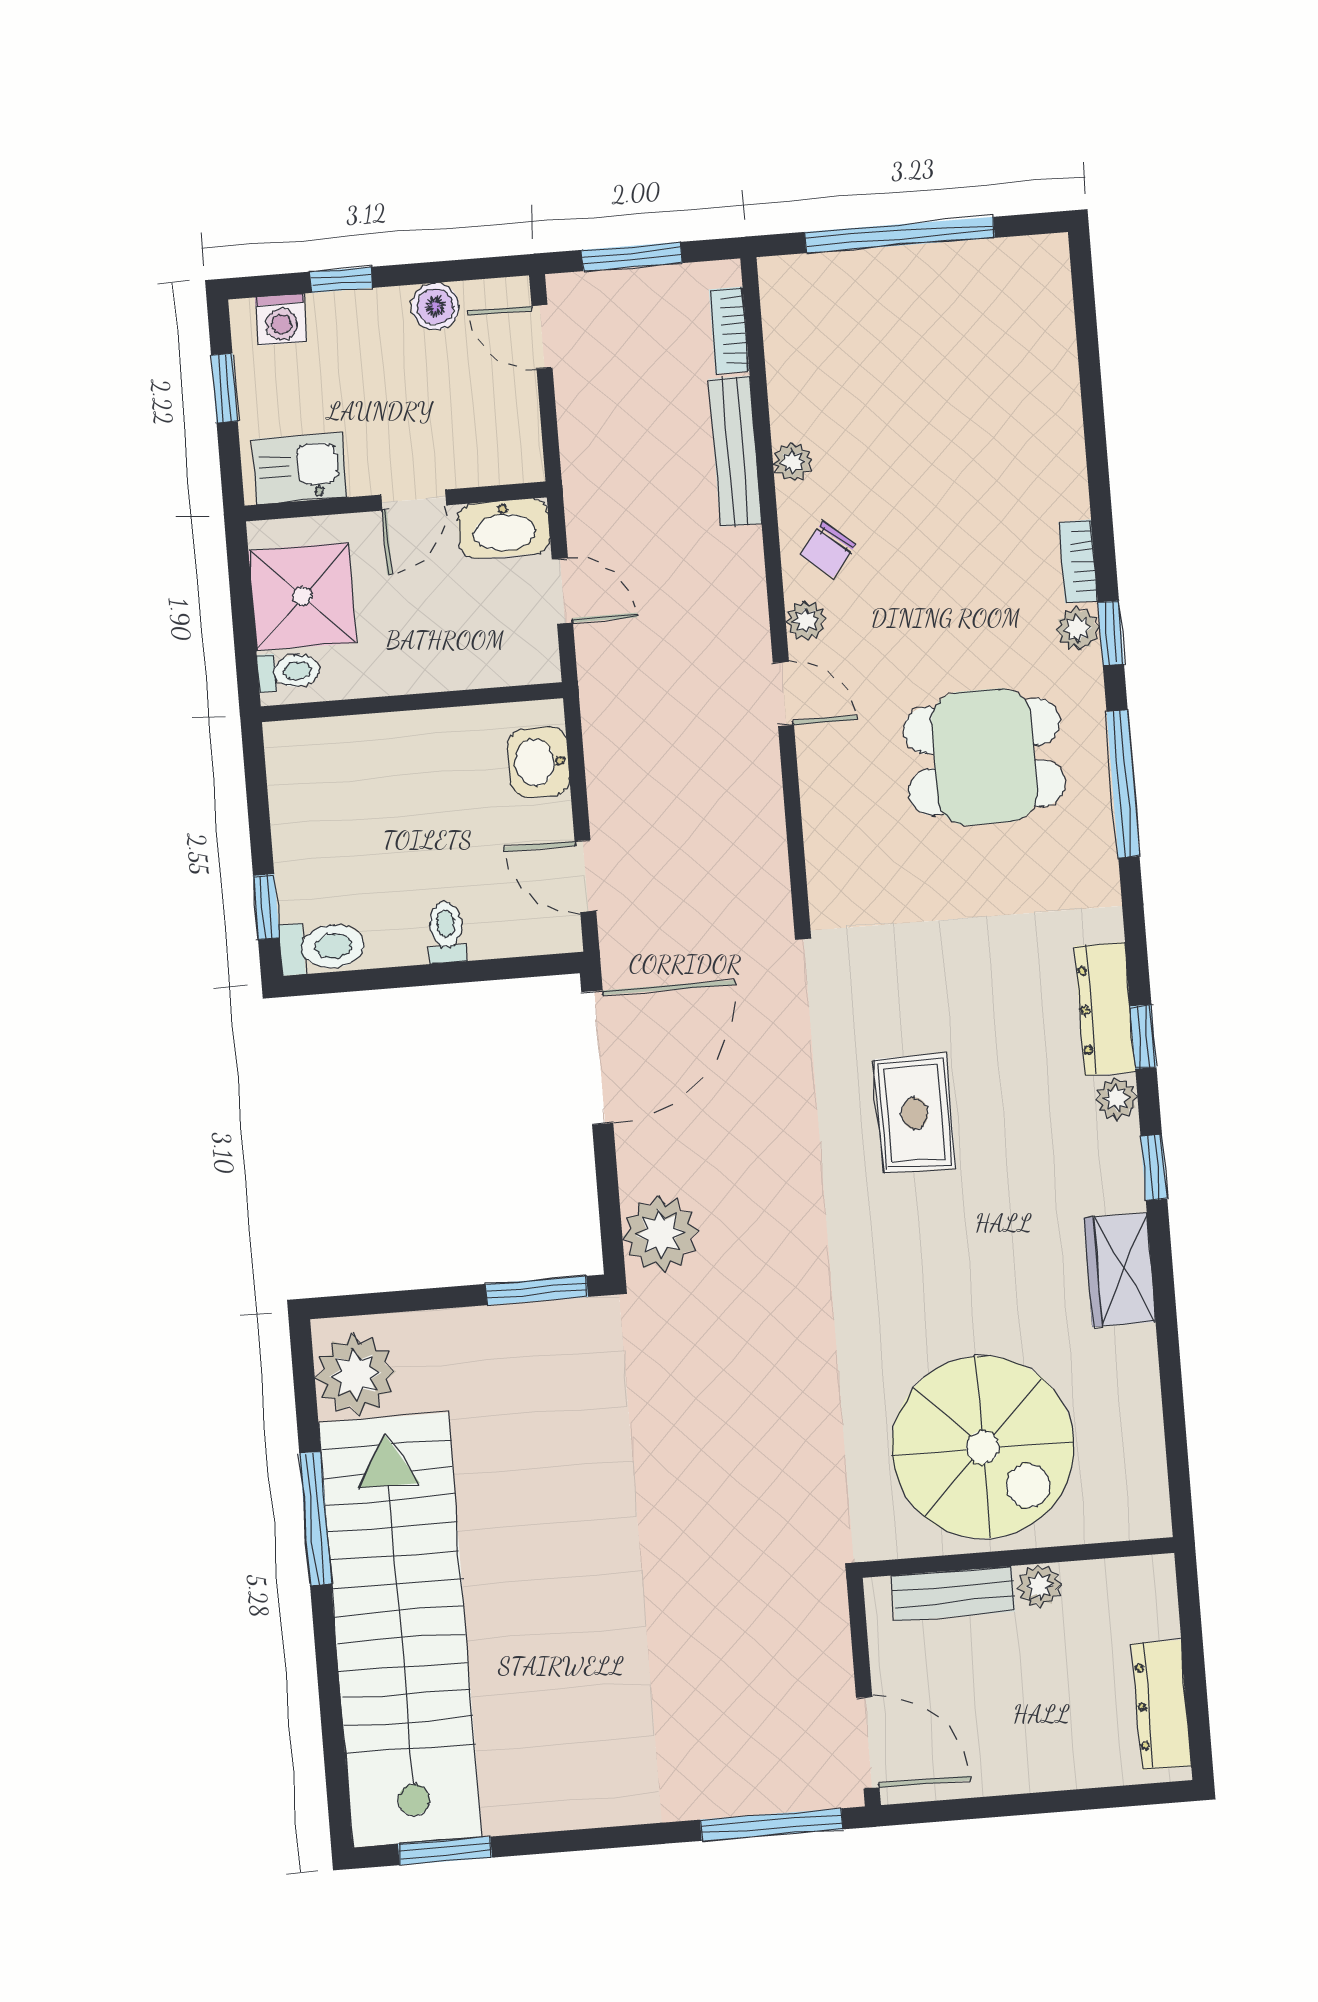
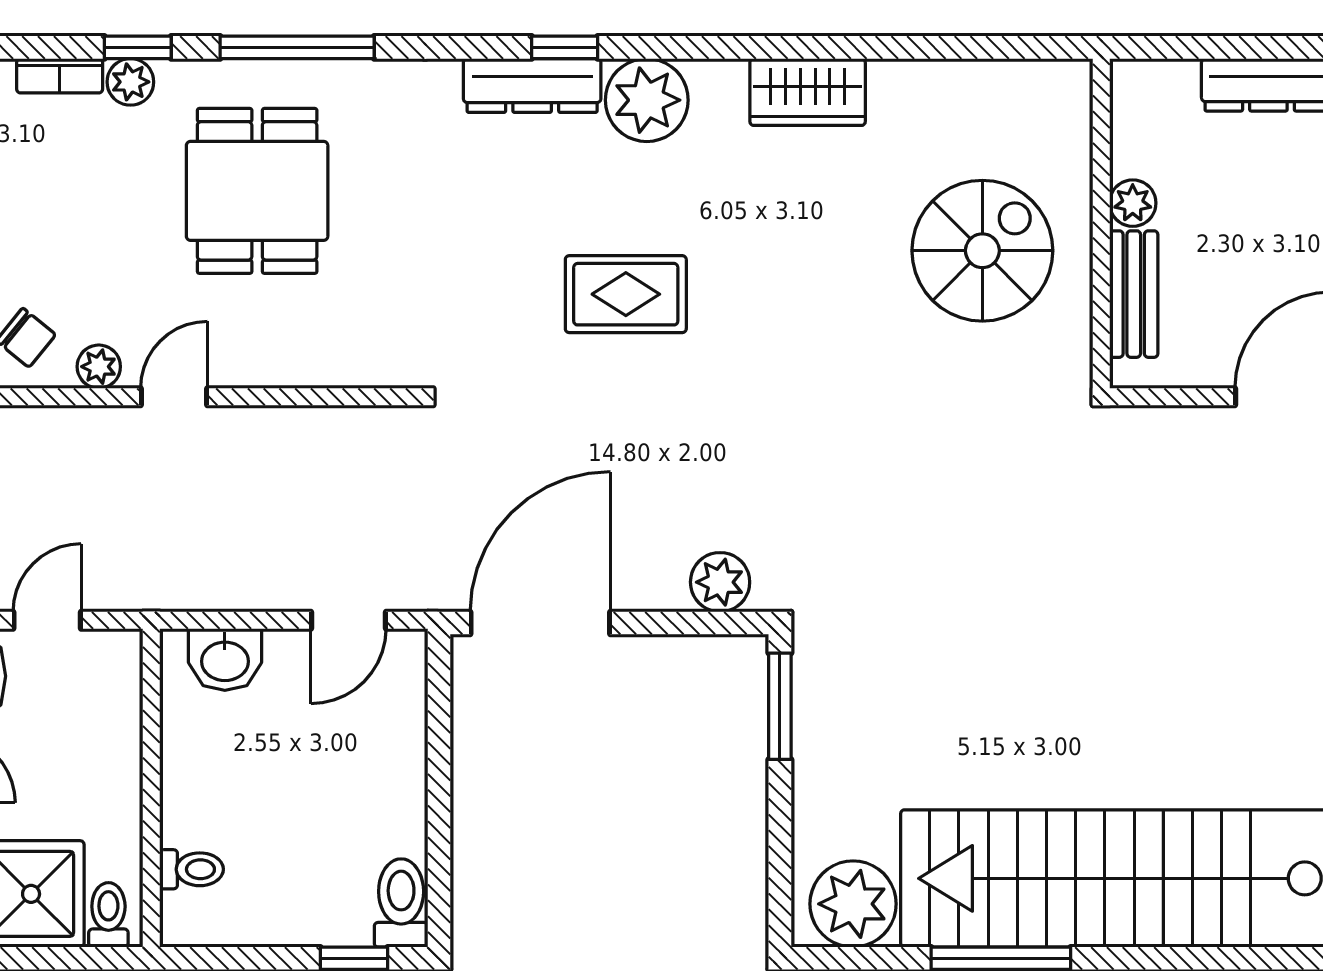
toilet: (446, 932) -> (192, 869), moved, turned 180
door: (597, 1058) -> (540, 623), hinge flipped
plant: (1117, 1099) -> (647, 100), width x1.88, depth x1.88
window: (1154, 1167) -> (703, 47), removed
plant: (661, 1234) -> (720, 582), width x0.73, depth x0.73
spiral stairs: (983, 1447) -> (982, 251), width x0.73, depth x0.73

